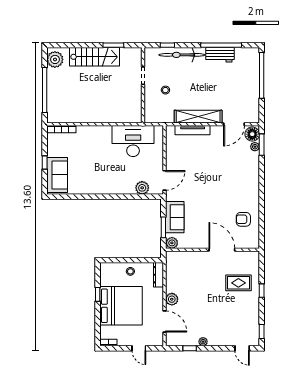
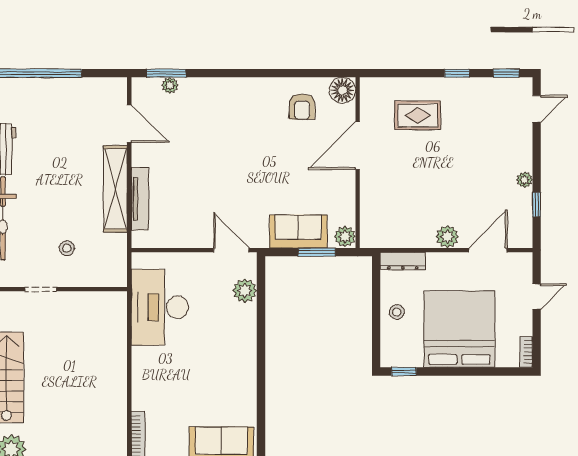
floor lamp: (252, 134) -> (342, 90), moved
rug: (238, 283) -> (418, 115), turned 90
window: (262, 291) -> (457, 73), moved
window: (98, 294) -> (404, 371), moved

